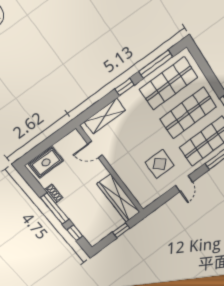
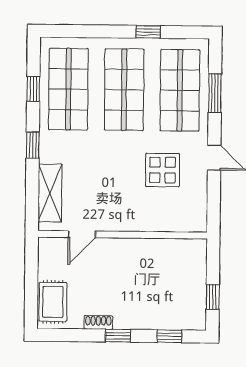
window: (156, 64) -> (33, 89), width x0.46
wardrobe: (119, 198) -> (167, 251), removed
window: (55, 209) -> (118, 336), width x0.46
window: (121, 230) -> (213, 297), moved

